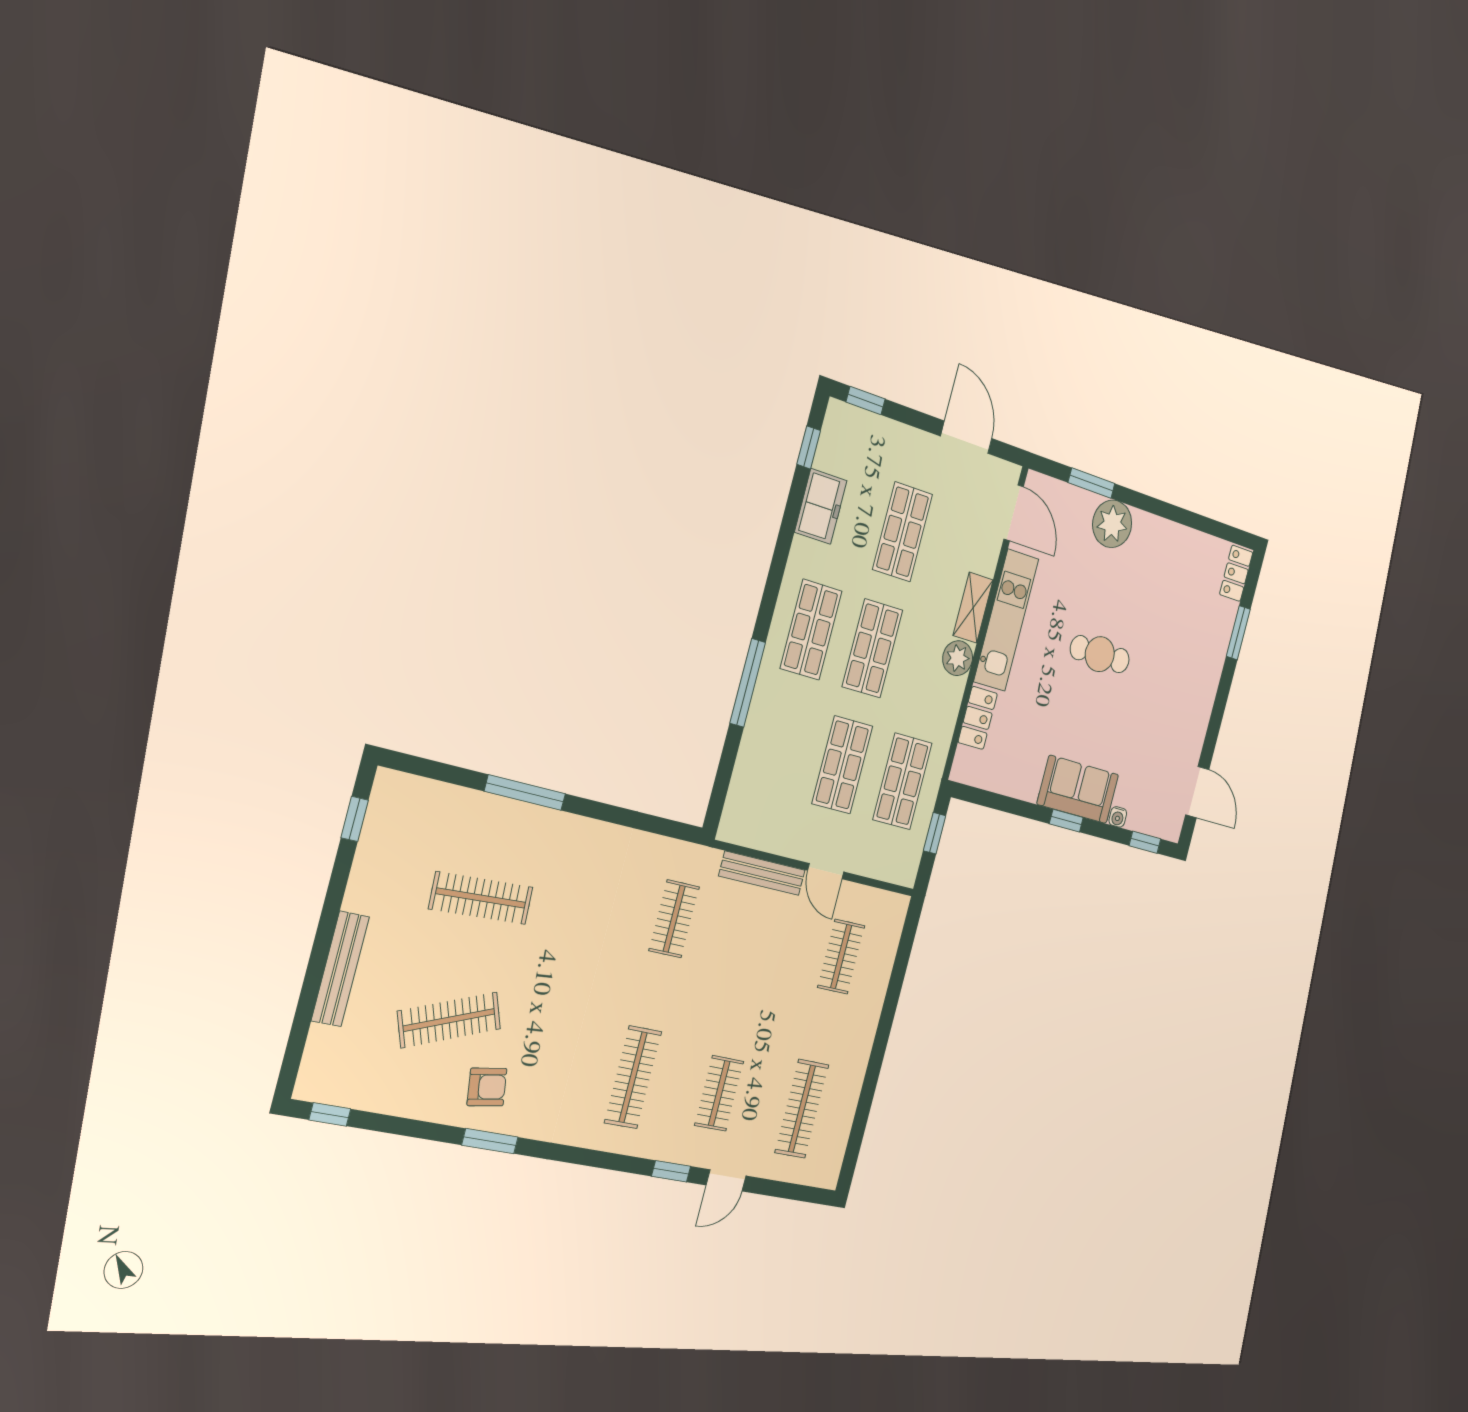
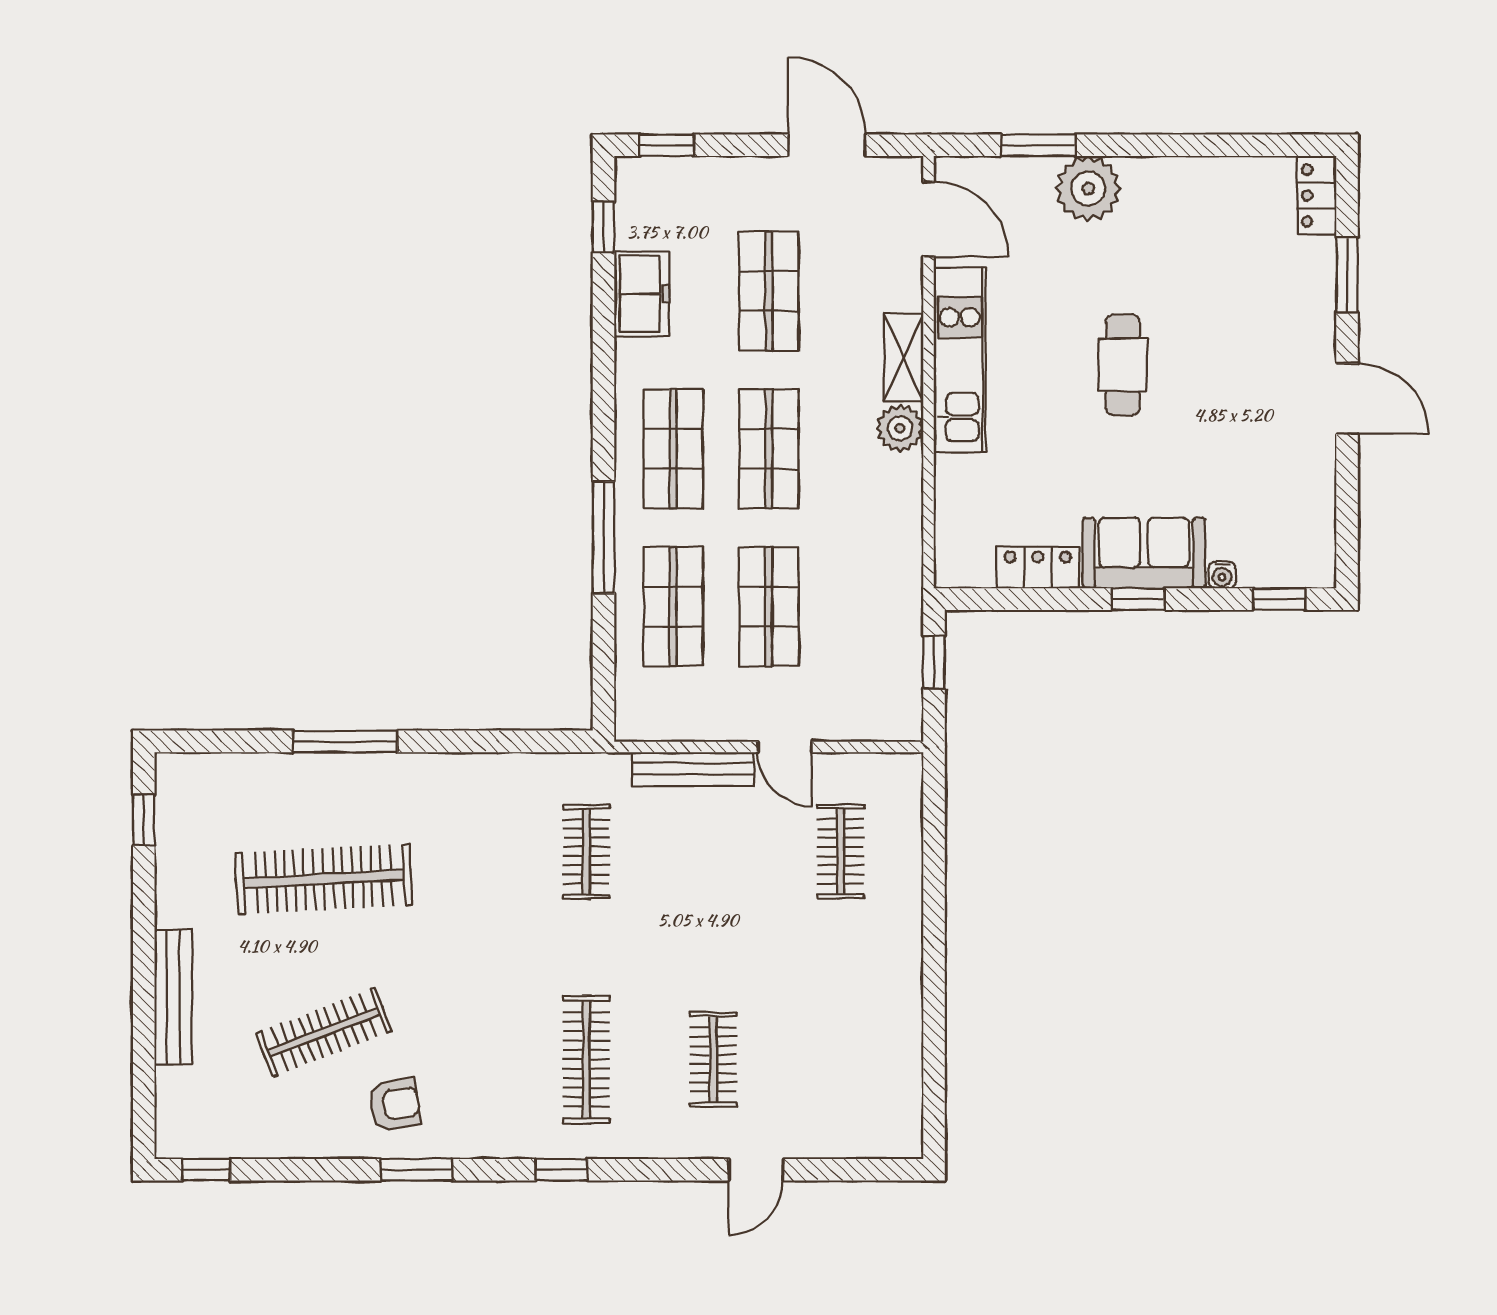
cafe table: (1100, 654) -> (1123, 365), turned 90
locker: (978, 718) -> (1038, 567), moved, turned -90
shop shelf: (902, 781) -> (673, 607), moved
door: (1197, 792) -> (1347, 399), moved
clothes rail: (481, 898) -> (324, 879), width x1.37, depth x1.31
clothes rail: (802, 1109) -> (841, 1059), removed
window: (671, 1171) -> (562, 1170), moved

